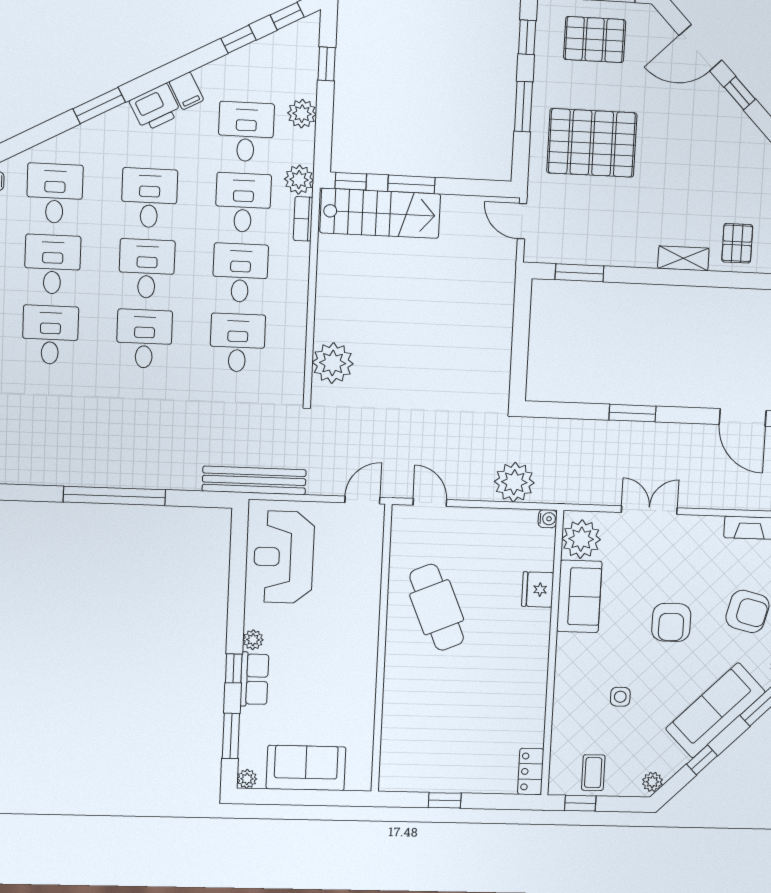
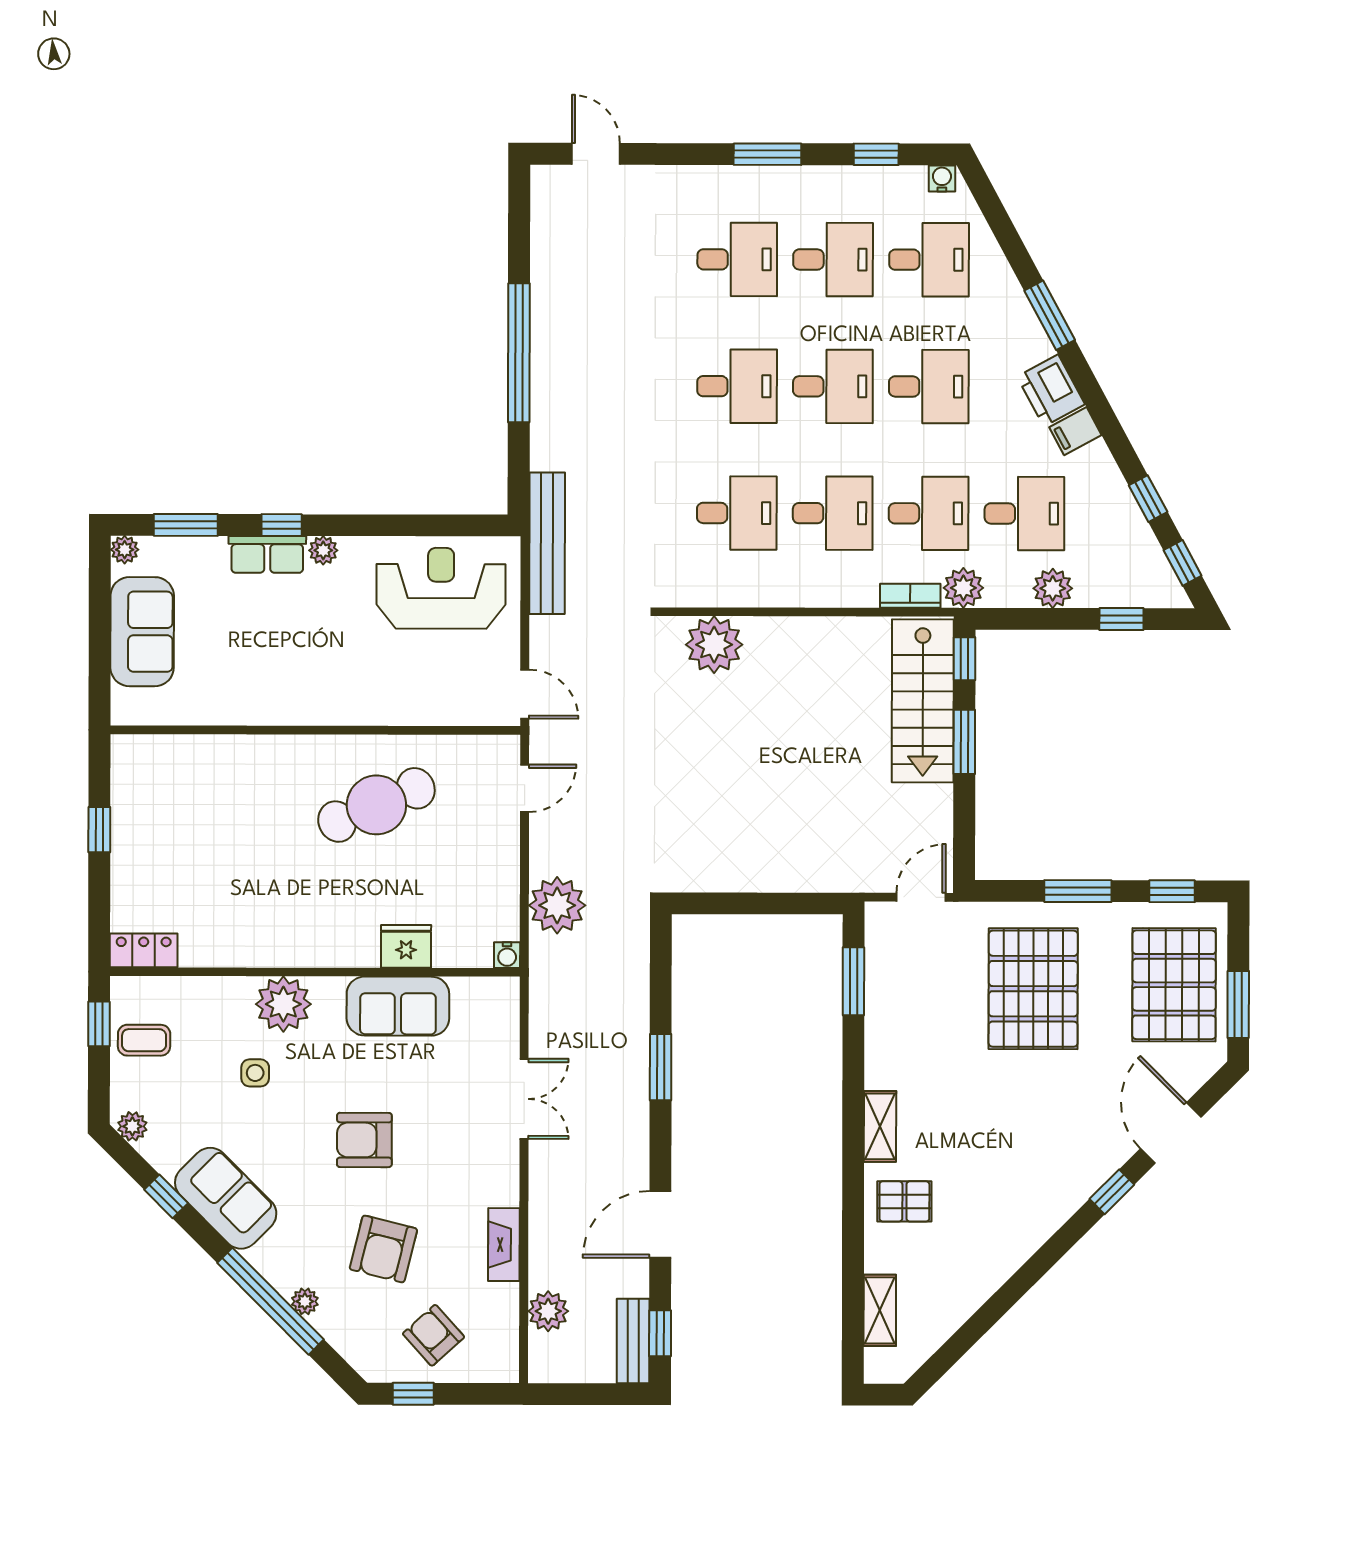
pallet: (595, 40) -> (1174, 985), width x1.37, depth x1.41
plant: (581, 539) -> (283, 1004), moved
sofa: (715, 710) -> (226, 1198), width x0.73

